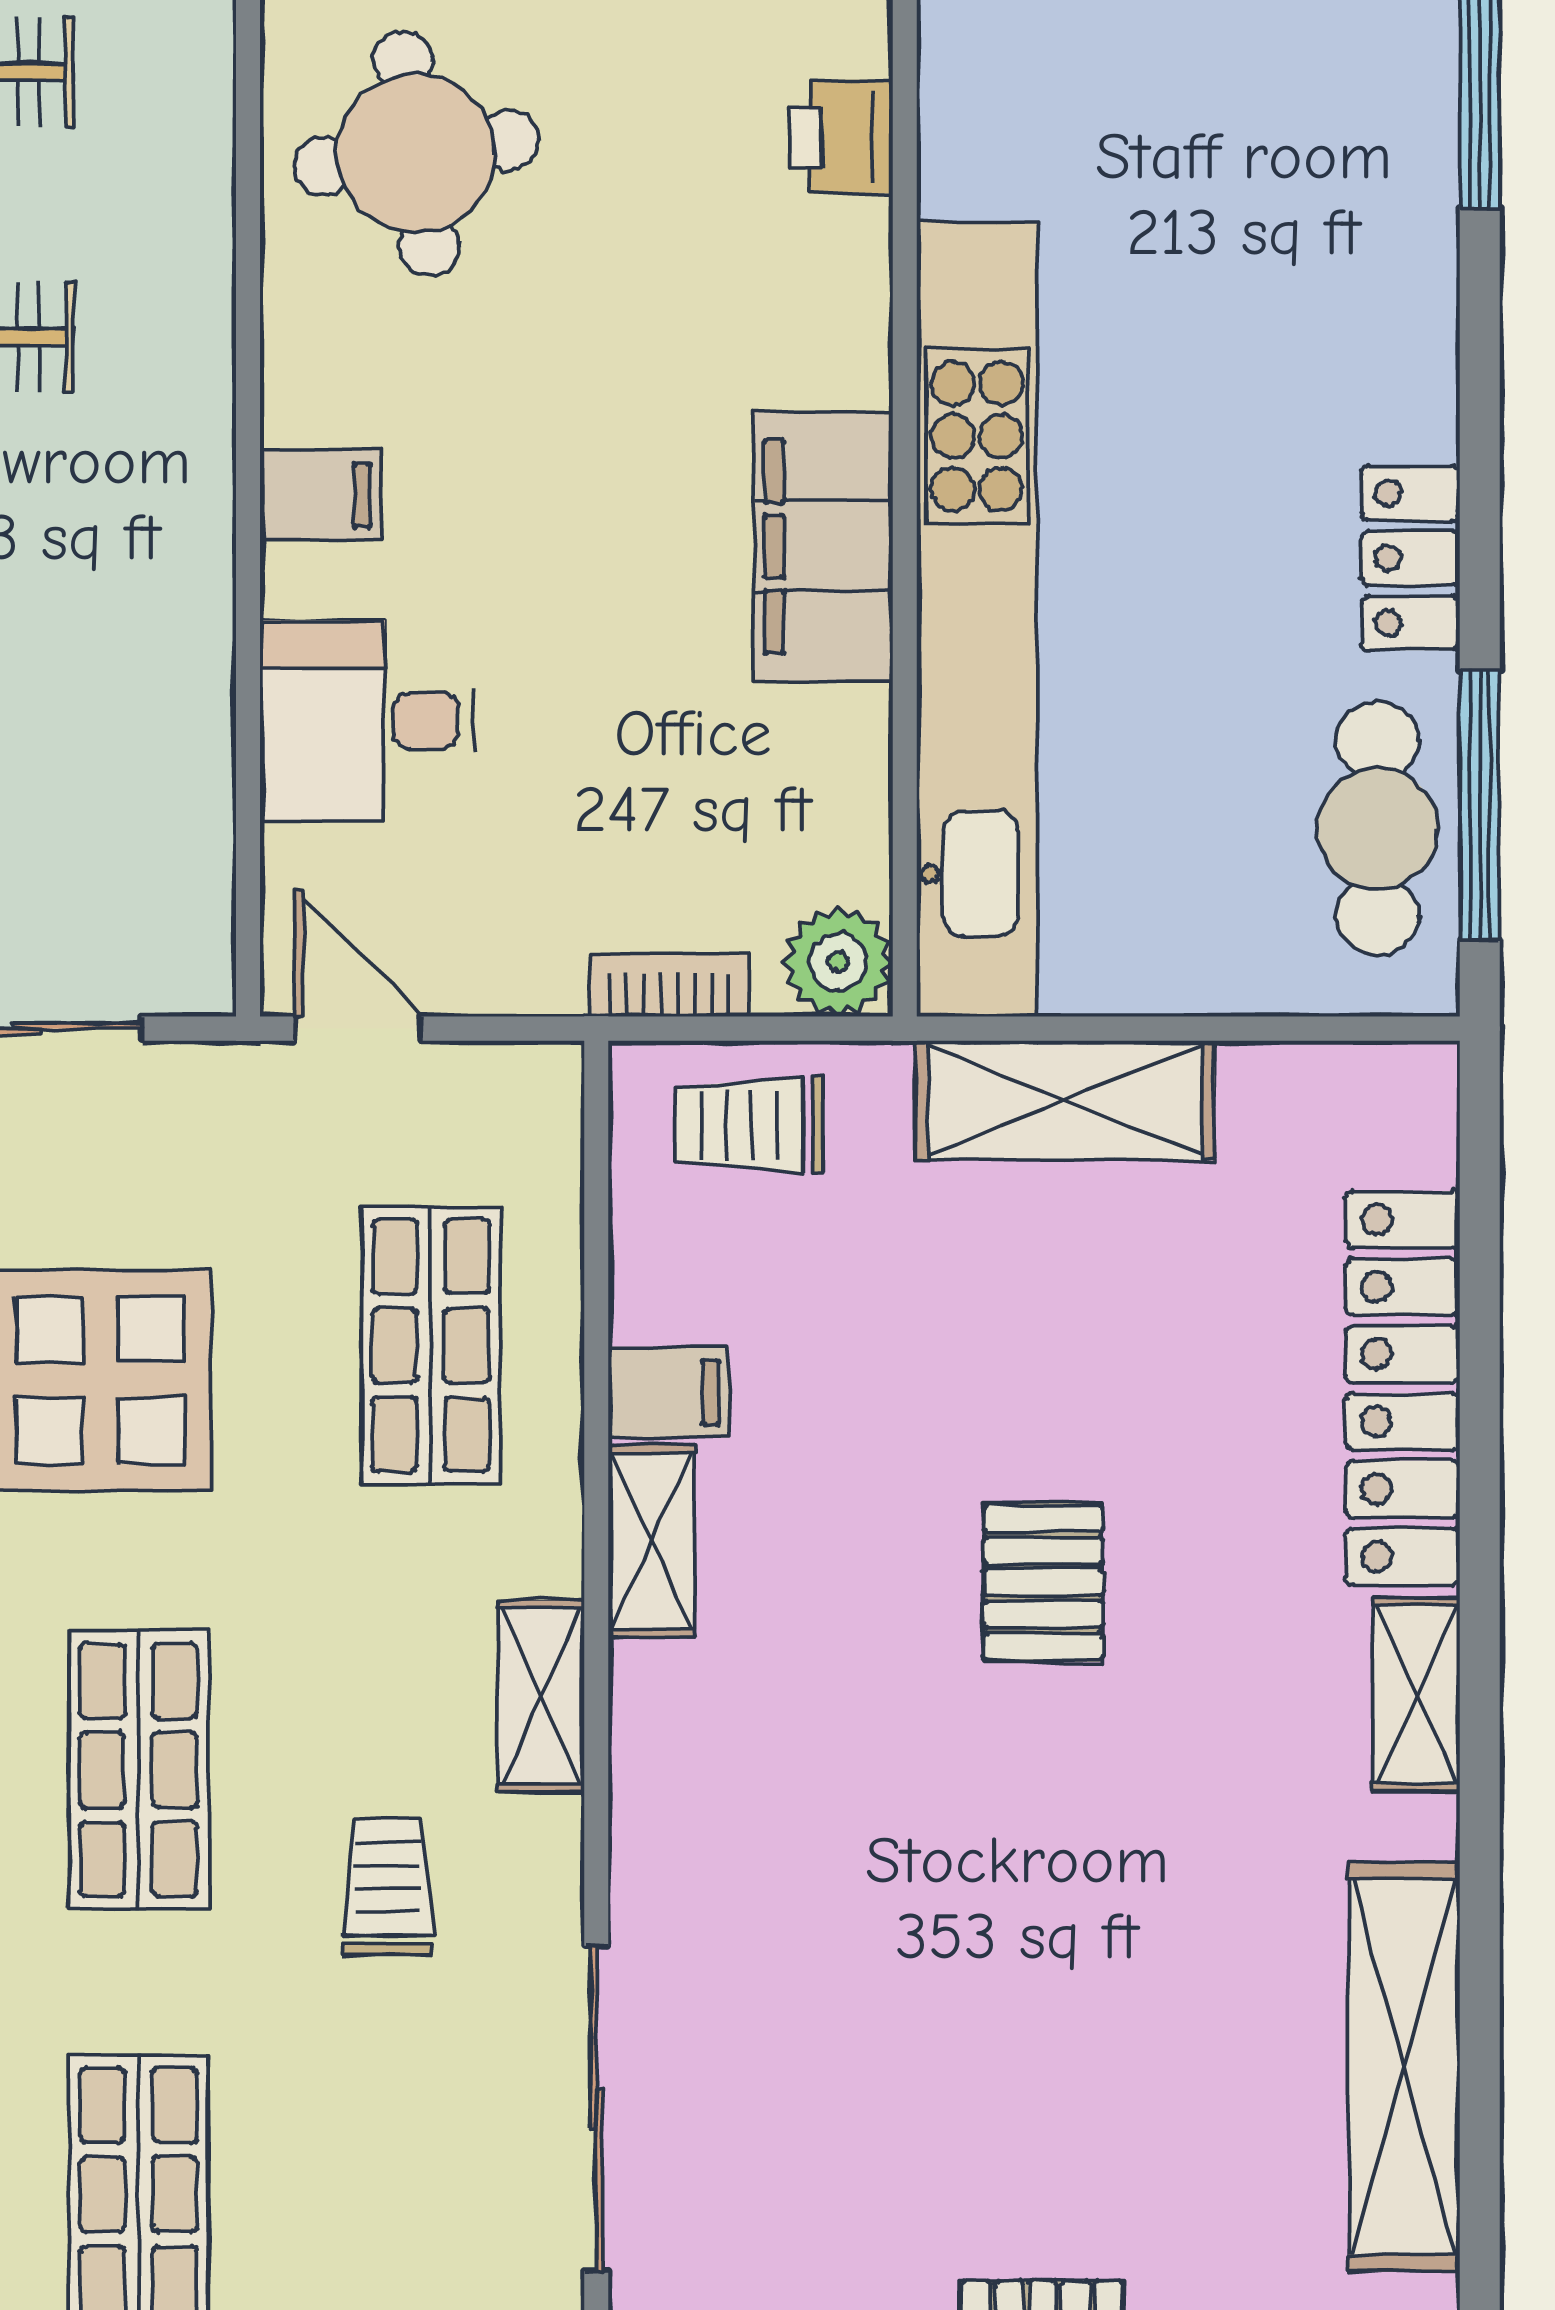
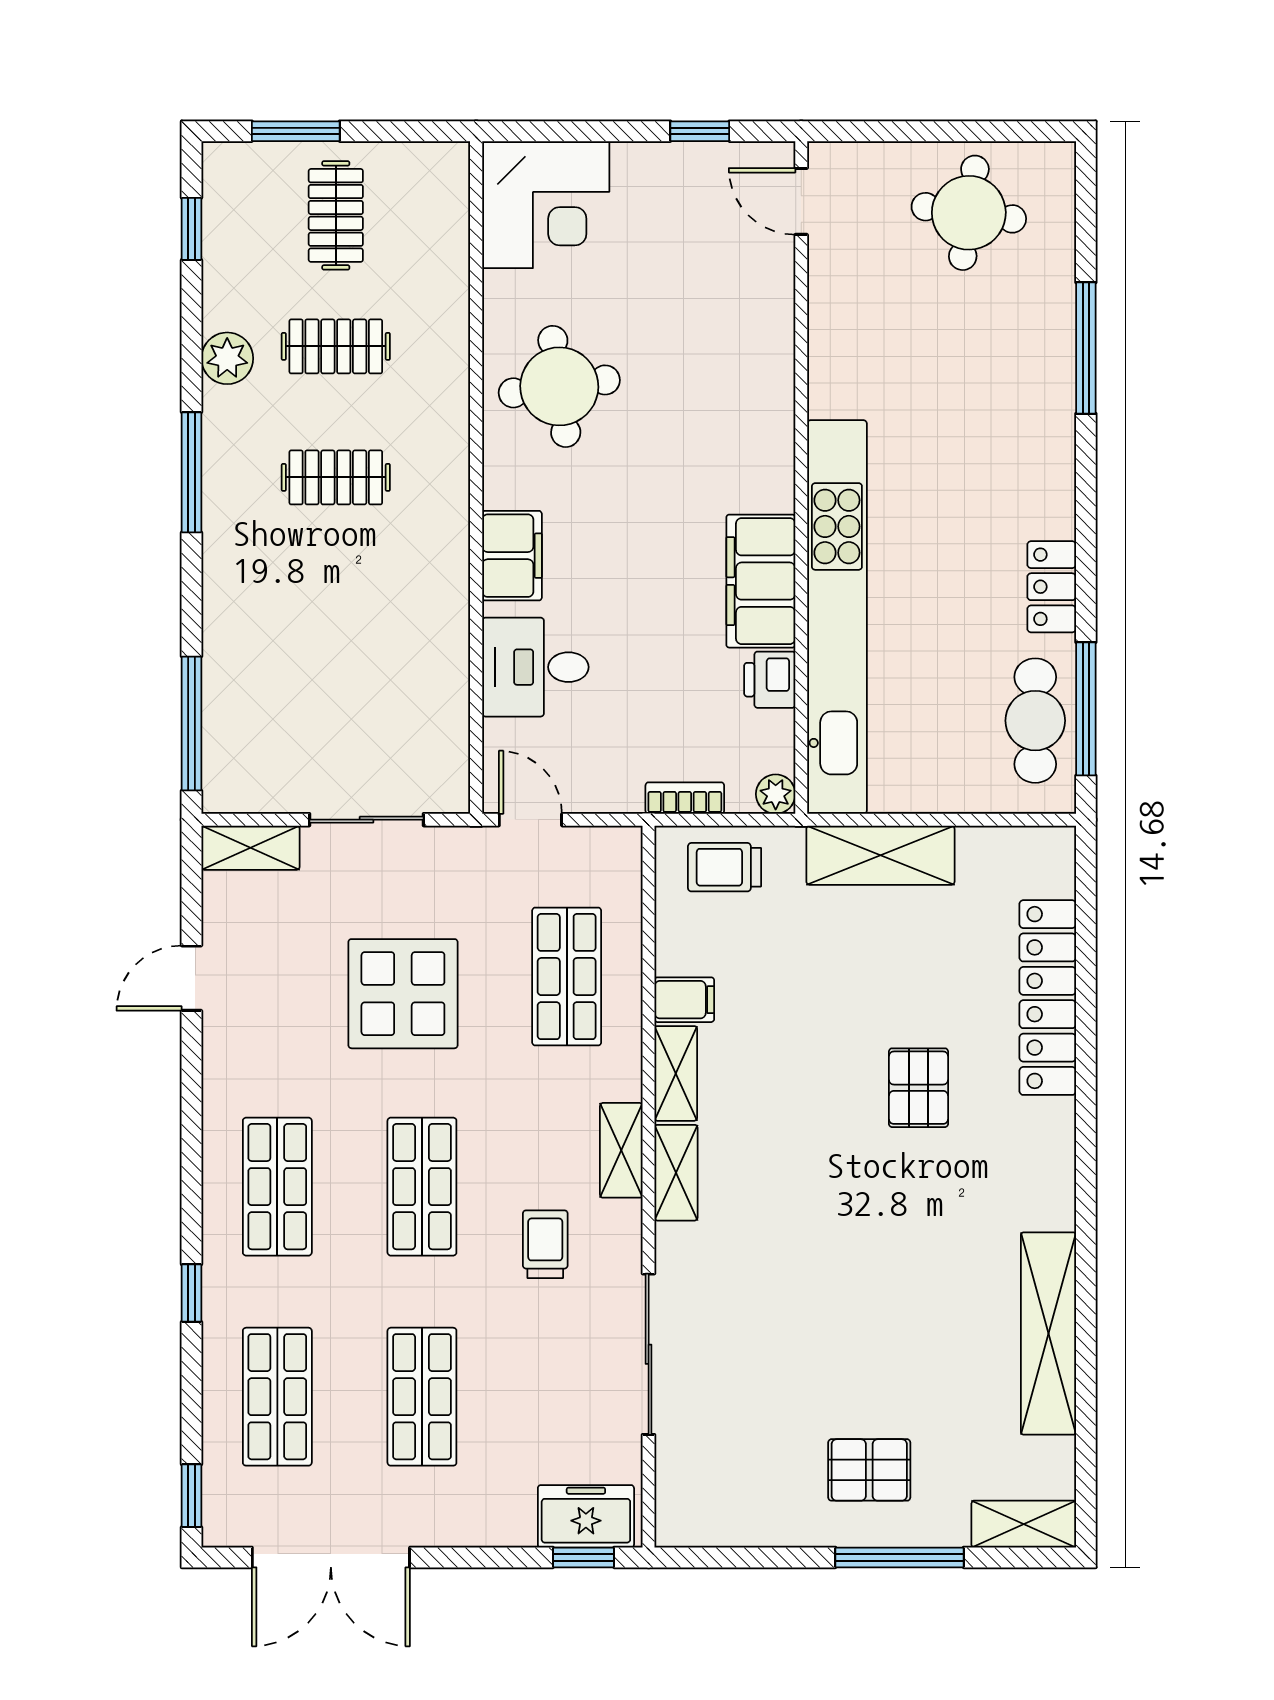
printer: (841, 137) -> (770, 680), moved
filing cabinet: (320, 495) -> (512, 556), width x2.00
plant: (838, 962) -> (776, 794), width x0.73, depth x0.73
pallet: (1043, 1582) -> (918, 1088), moved
shelving: (1416, 1695) -> (676, 1173), moved

